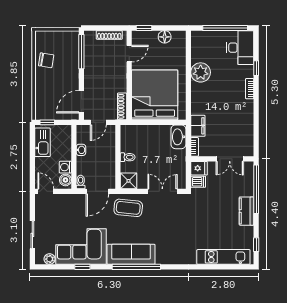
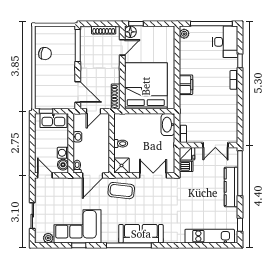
floor lamp: (165, 37) -> (130, 32), moved
plant: (201, 72) -> (184, 34), moved, width x0.53, depth x0.53
door: (81, 102) -> (78, 92), swing flipped
filing cabinet: (198, 126) -> (186, 85), moved
kitchen sink: (42, 142) -> (53, 121), moved, turned 90
kitchen counter: (247, 211) -> (231, 187), width x1.50
sofa: (131, 254) -> (141, 234), moved

